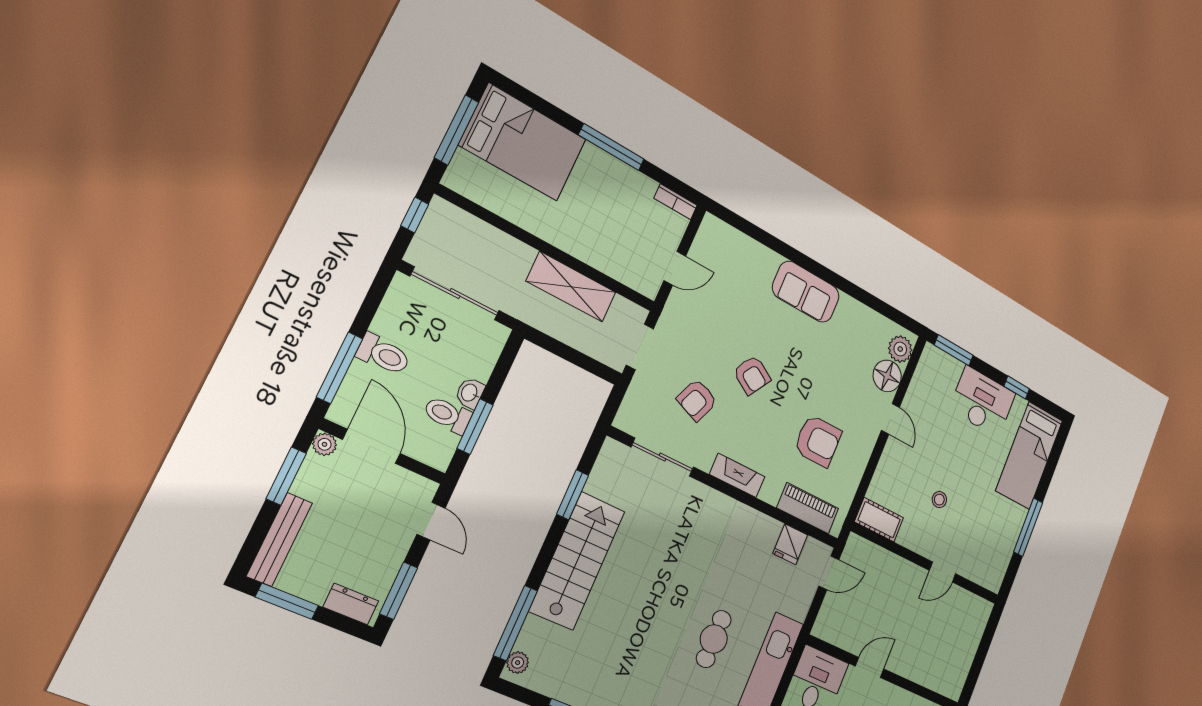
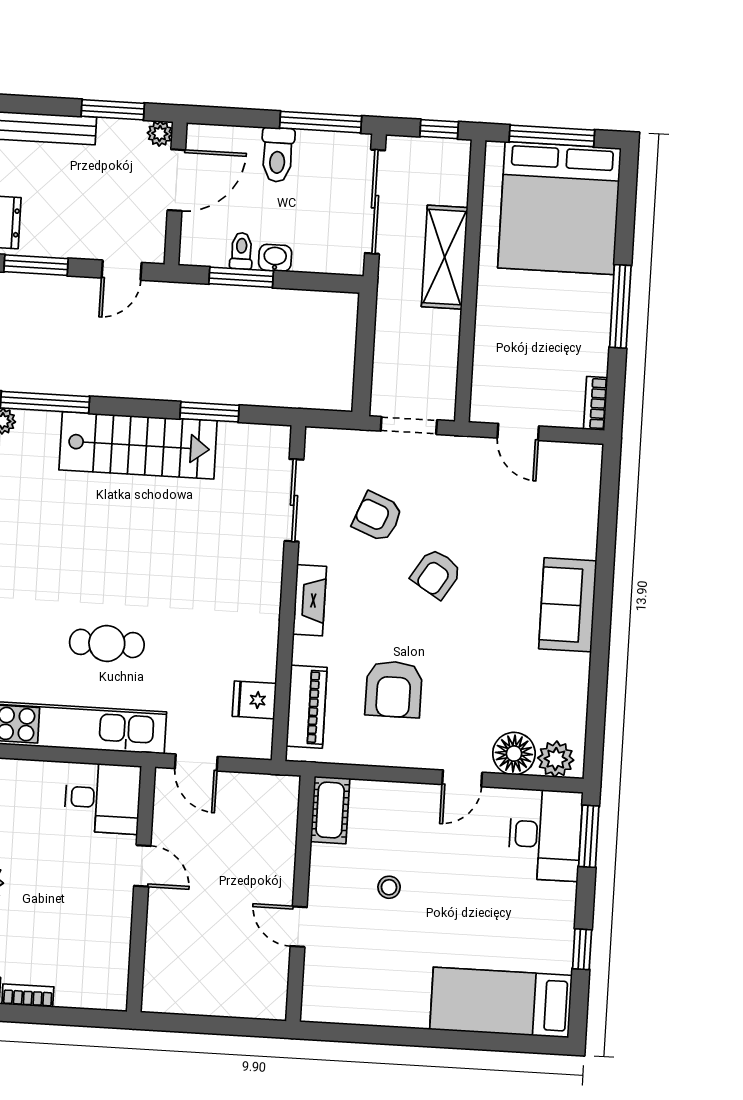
bed: (523, 142) -> (559, 208), width x1.36
shelving: (571, 287) -> (445, 257), moved
window: (339, 368) -> (321, 122), moved
desk: (982, 402) -> (545, 835), moved
toilet: (448, 415) -> (241, 251), width x0.73, depth x0.72
window: (1028, 527) -> (405, 1036), removed
door: (829, 573) -> (196, 763), moved

